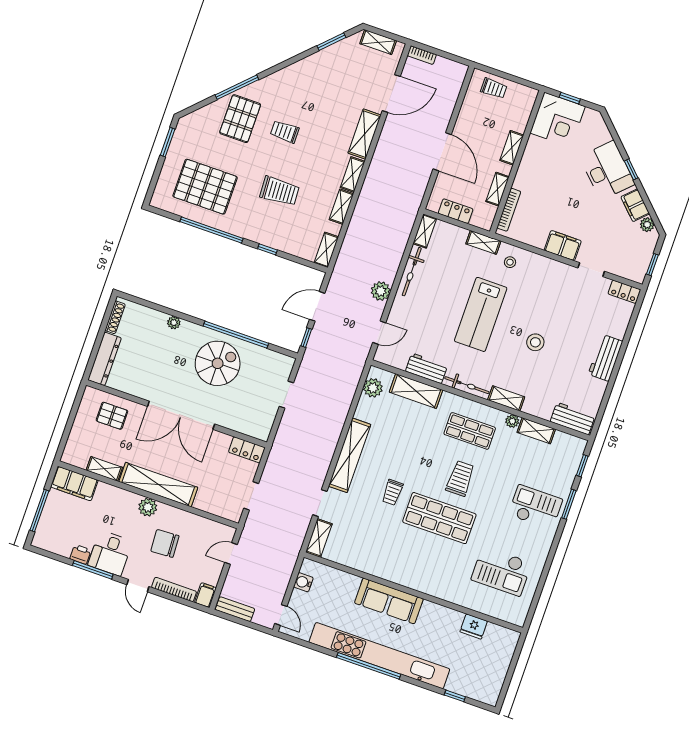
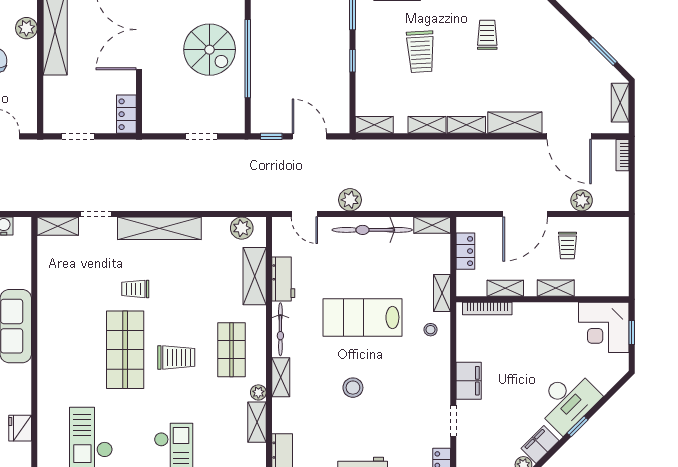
trolley: (494, 88) -> (567, 245), moved
plant: (447, 102) -> (582, 200), added
bicycle: (412, 272) -> (372, 230), width x1.37, depth x1.40

